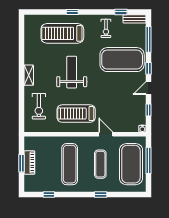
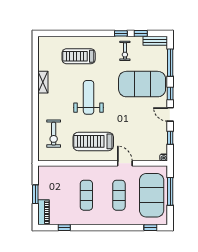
window: (72, 12) -> (121, 33), moved
treadmill: (62, 33) -> (79, 56), width x0.73, depth x0.73
shelving: (29, 75) -> (43, 82), moved
door: (148, 88) -> (170, 114), hinge flipped
piano: (29, 163) -> (44, 212), moved
exercise mat: (70, 164) -> (86, 195), width x0.73, depth x0.69
window: (101, 195) -> (150, 228), moved

